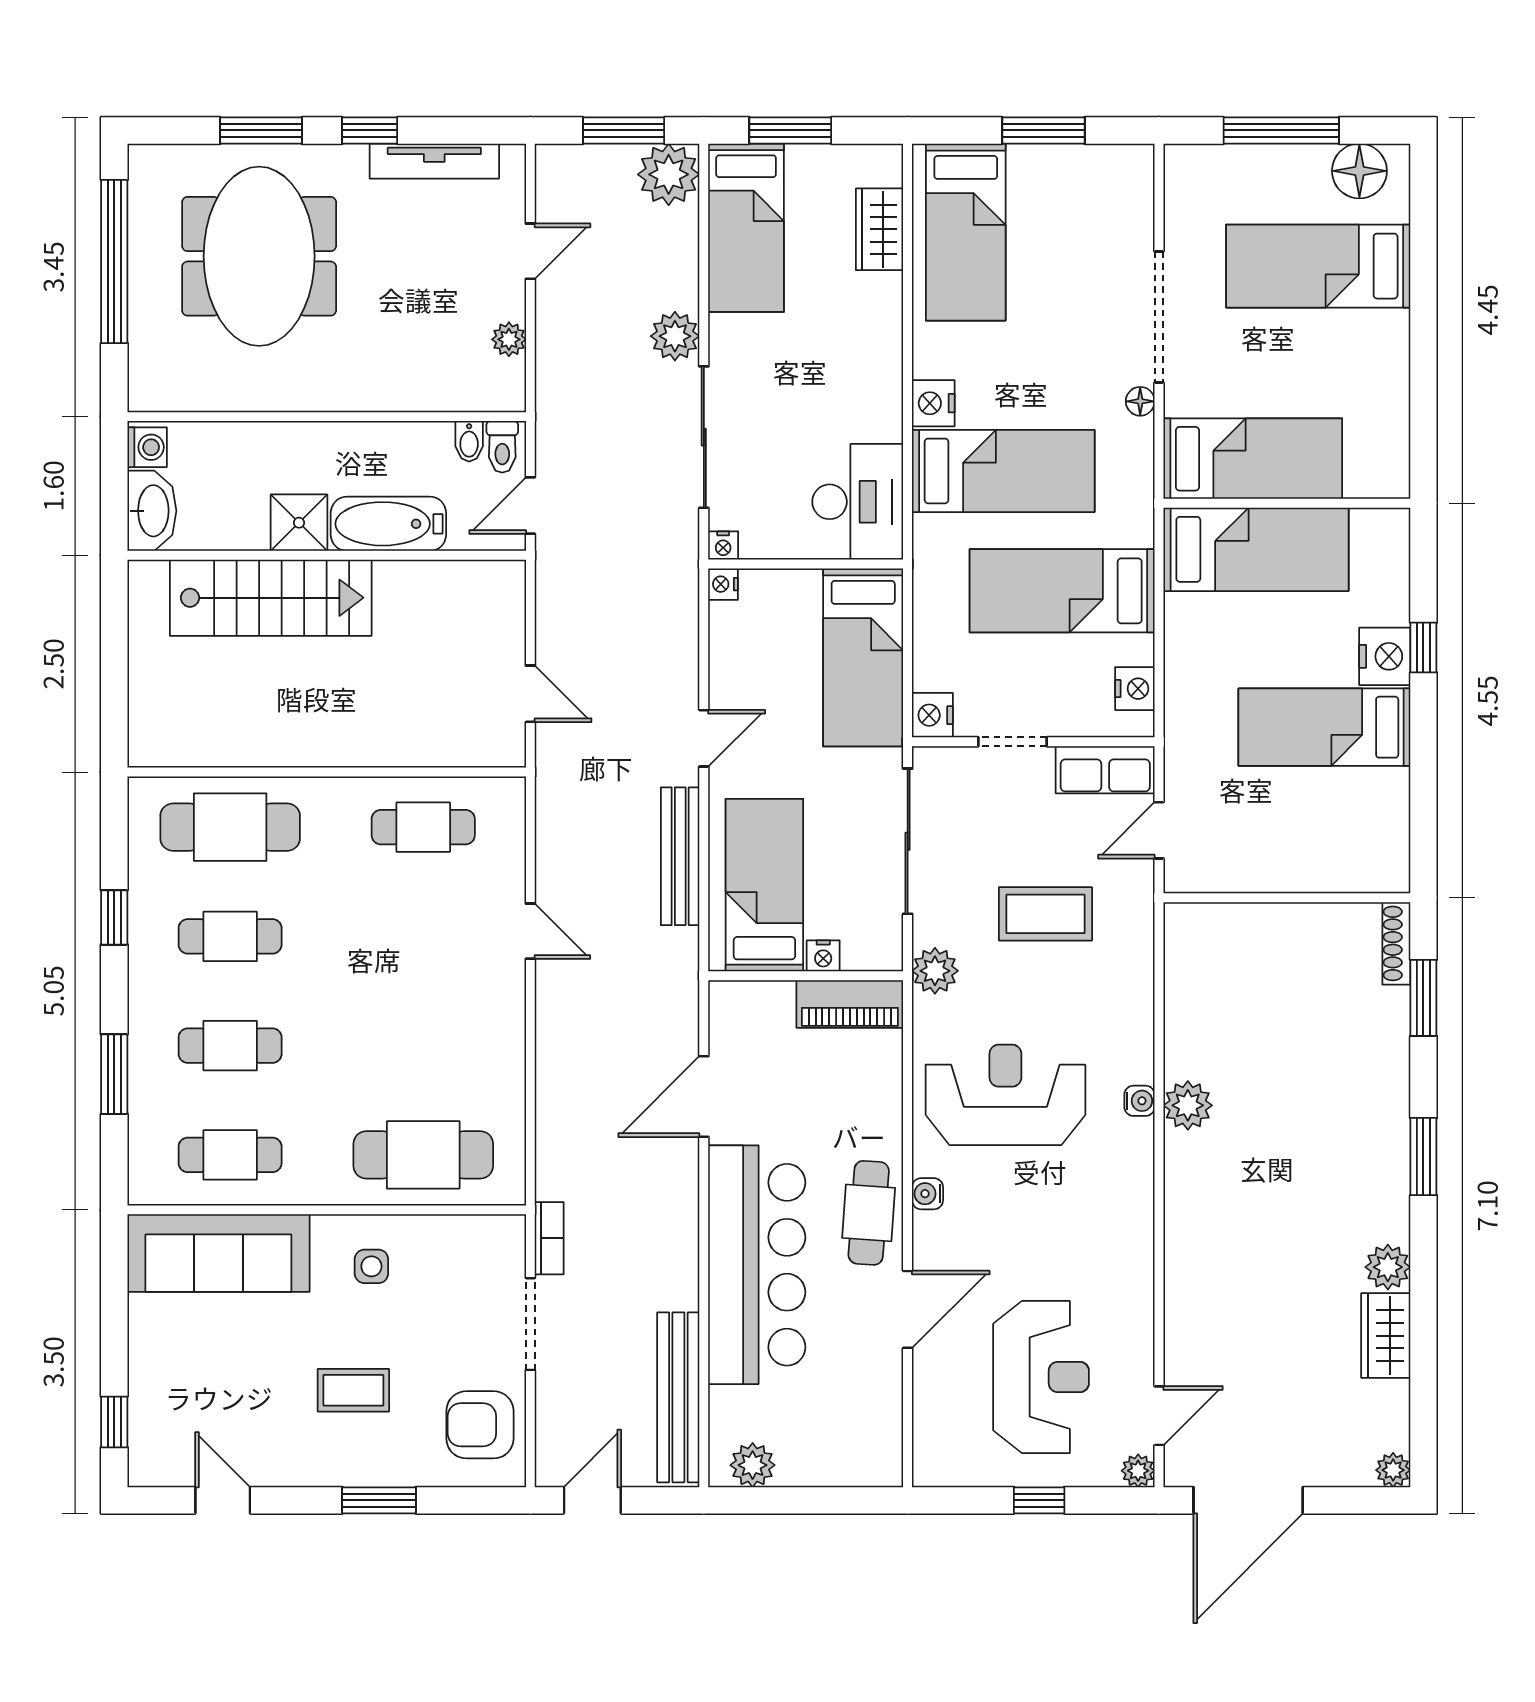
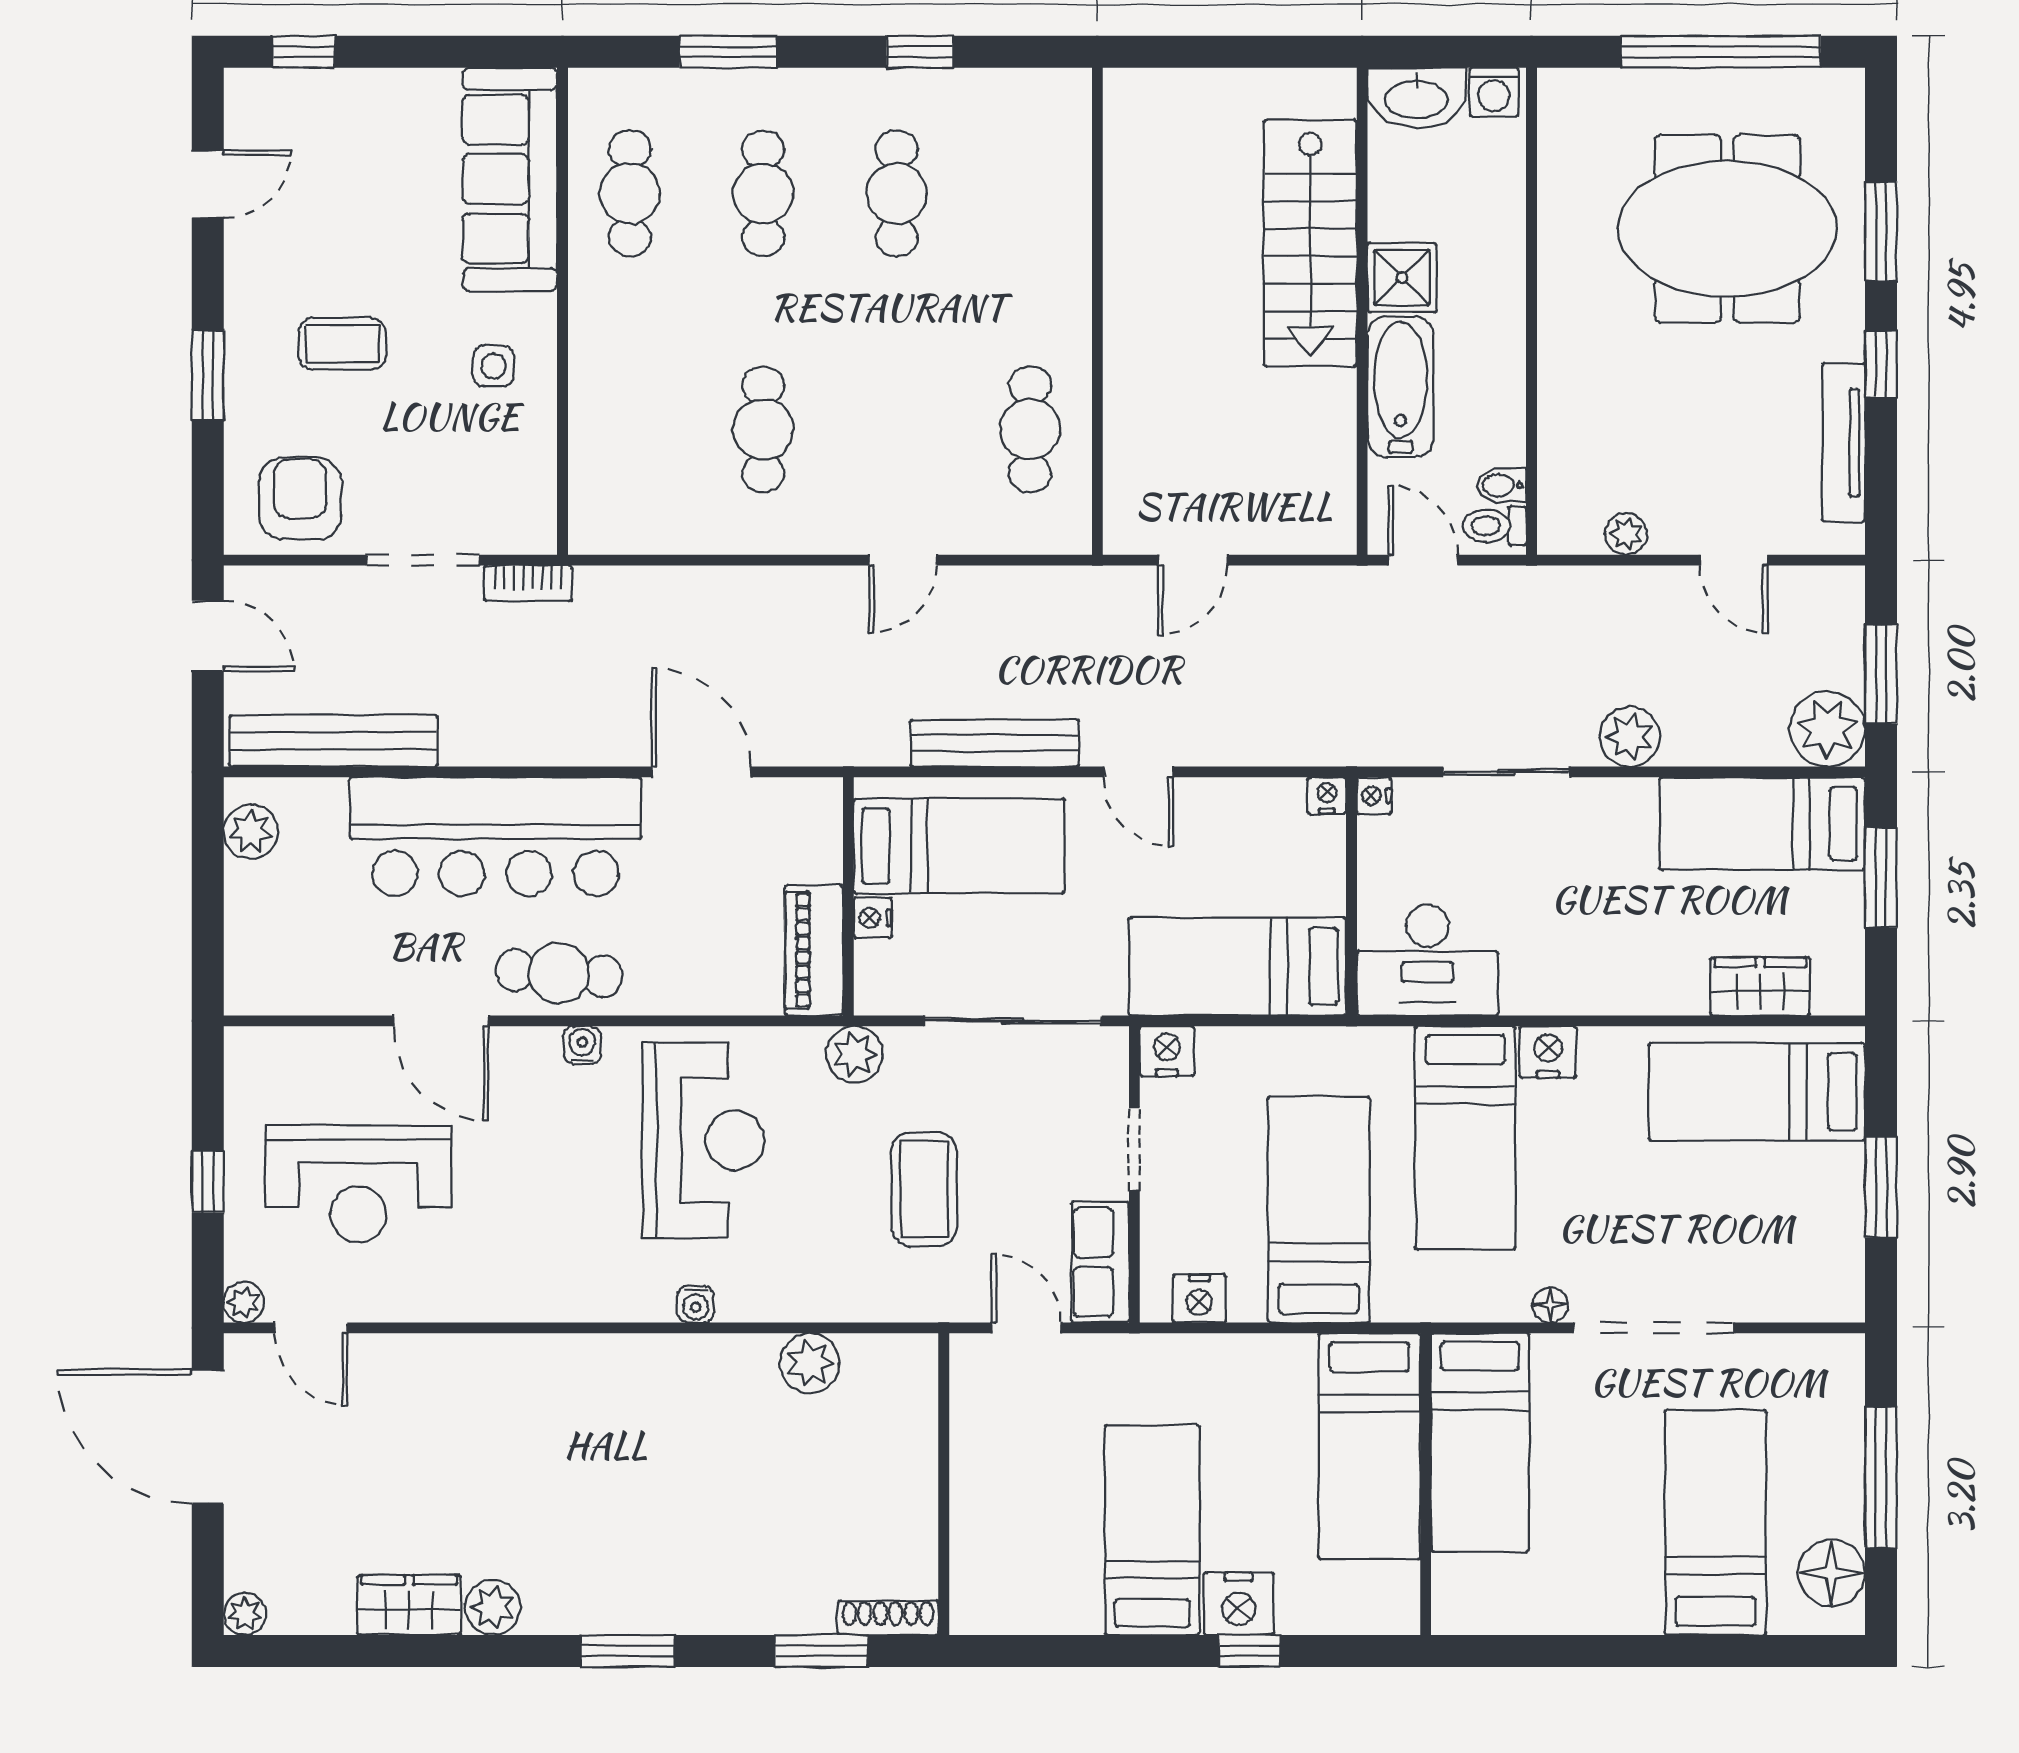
sliding door: (704, 437) -> (1506, 772), width x0.73
cafe table: (230, 827) -> (1030, 193), removed
plant: (1188, 1105) -> (810, 1363), moved
cafe table: (423, 1155) -> (763, 429), moved, width x0.73, depth x0.74
coffee table: (353, 1390) -> (342, 344), turned 90

